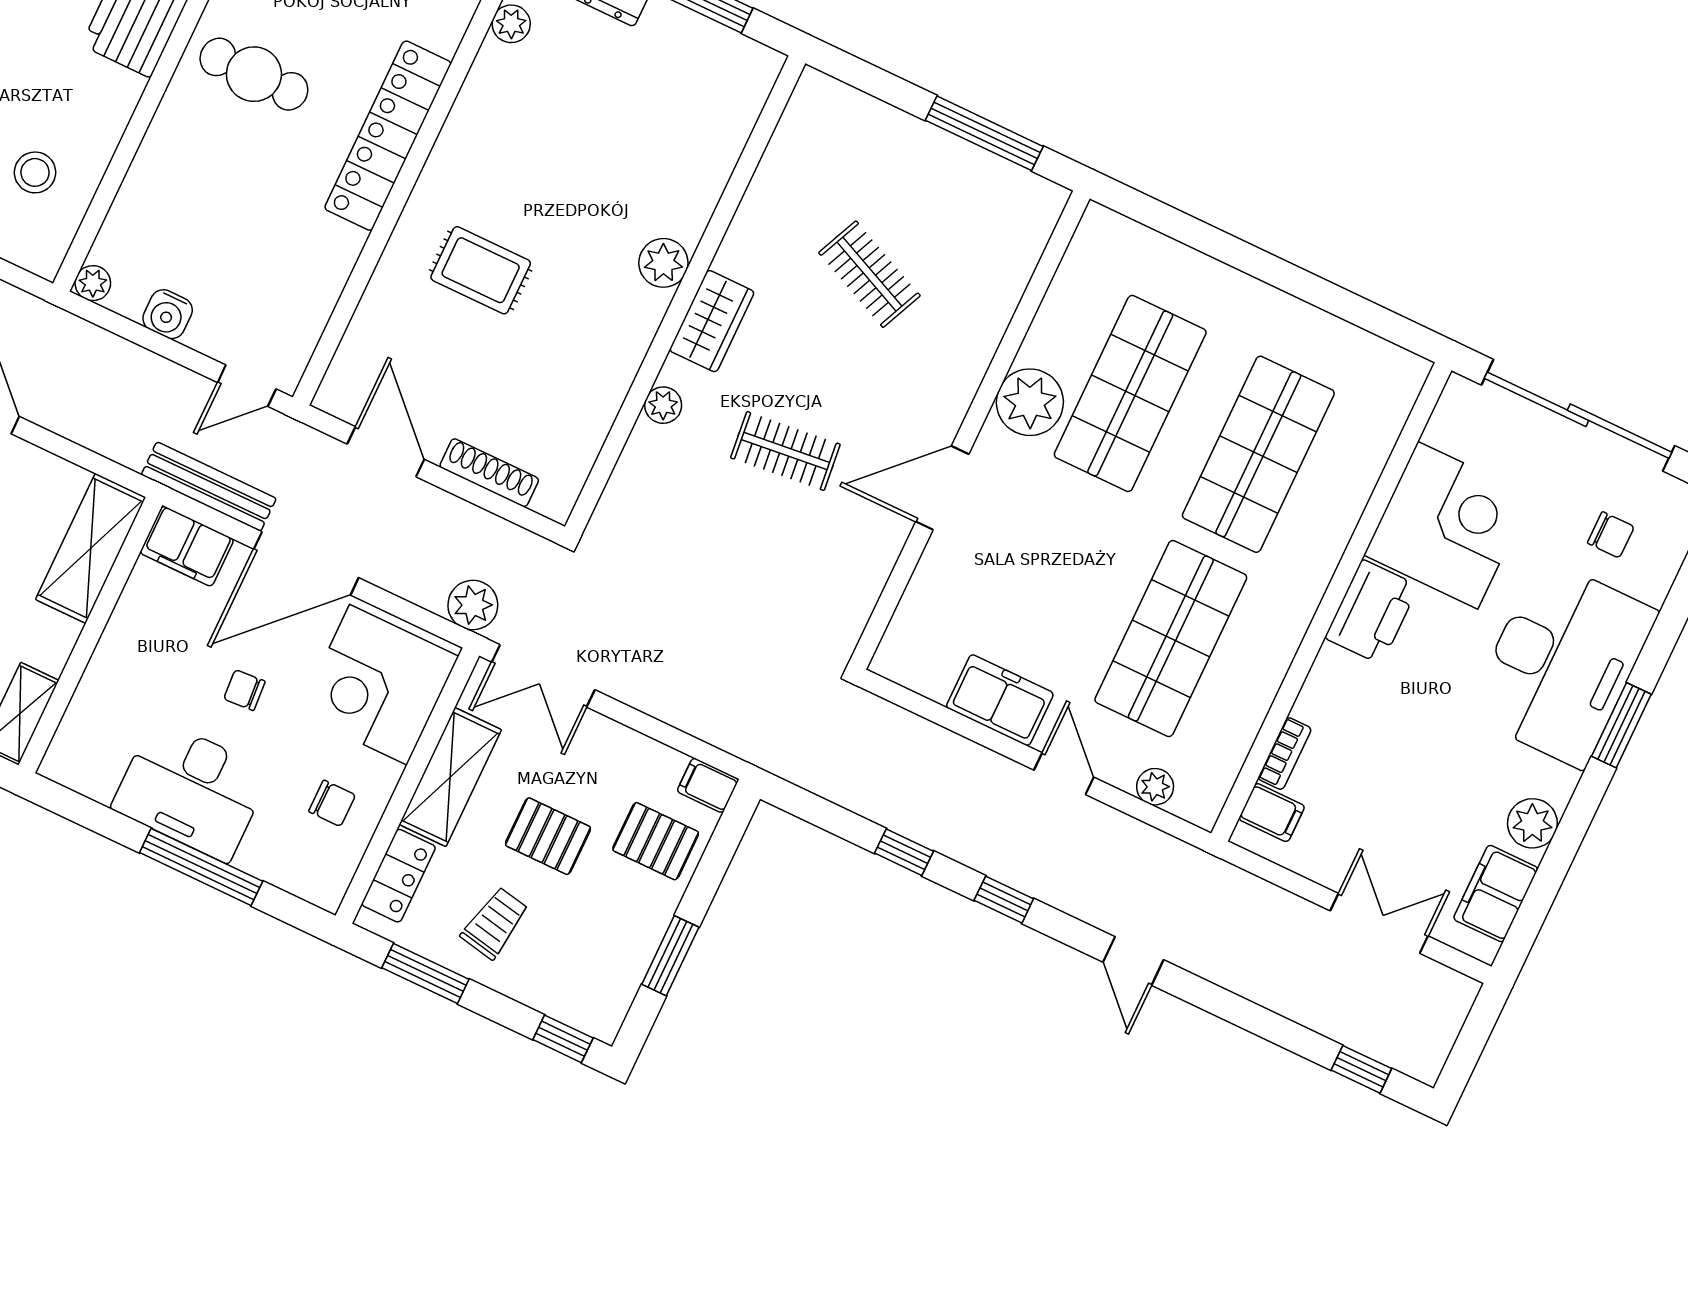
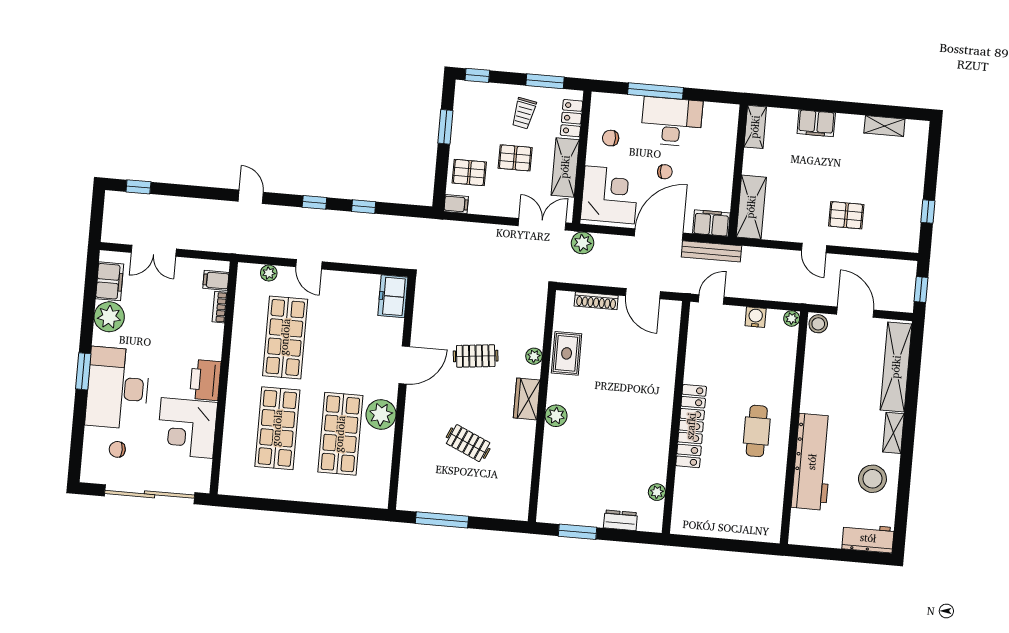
cafe table: (254, 74) -> (757, 431), turned 90
stool: (35, 172) -> (818, 324), moved
rug: (481, 270) -> (567, 353), moved, turned 90
freezer: (1000, 700) -> (393, 296), moved, turned 90
plant: (1532, 823) -> (109, 317), width x1.36, depth x1.36

